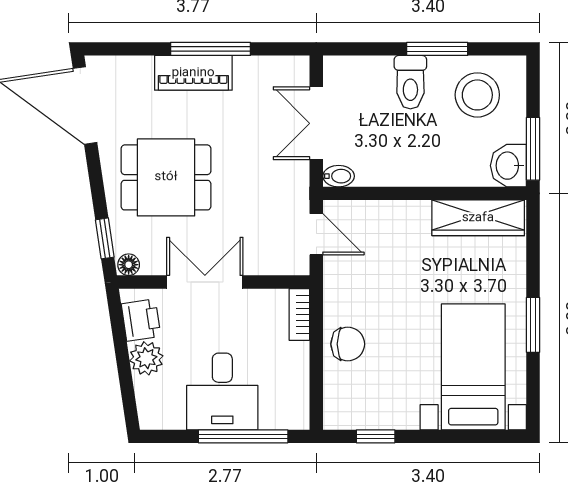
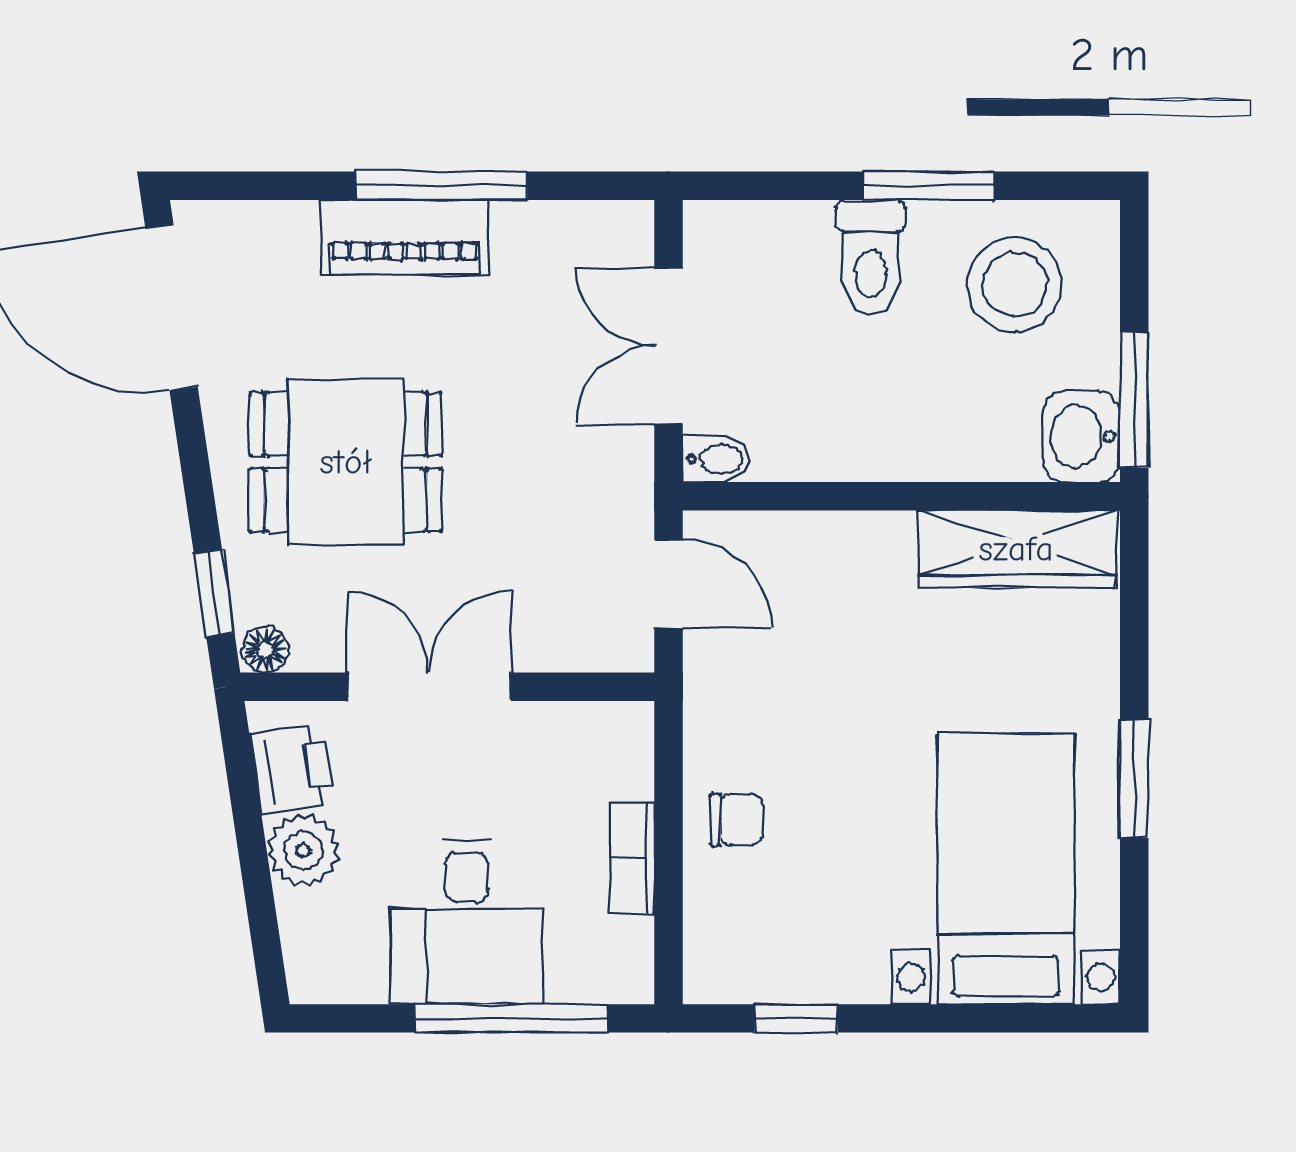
bookcase: (299, 314) -> (632, 858), moved
chair: (348, 344) -> (736, 820), width x0.73, depth x0.73

